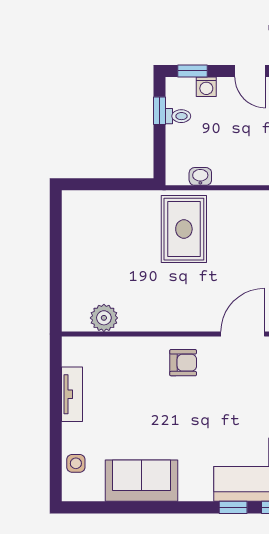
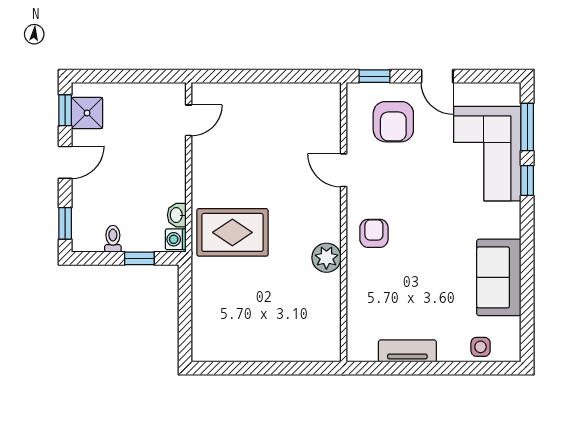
washing machine: (206, 87) -> (176, 239), moved, turned 180
window: (159, 111) -> (139, 258), moved
plant: (104, 318) -> (326, 258), moved
door: (243, 334) -> (344, 170), width x0.73

